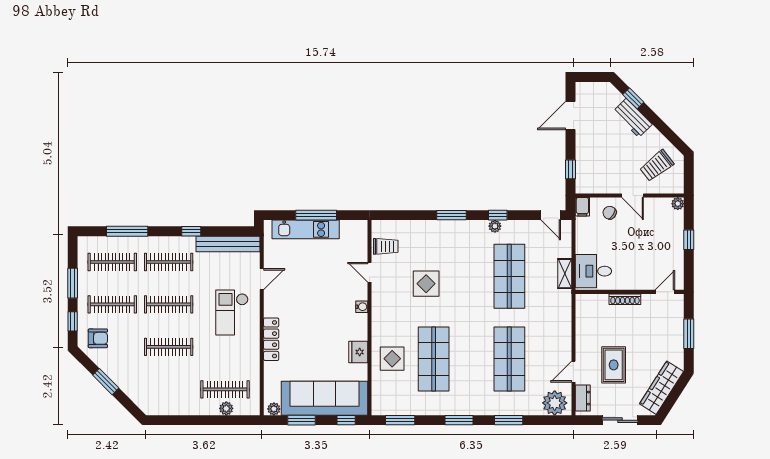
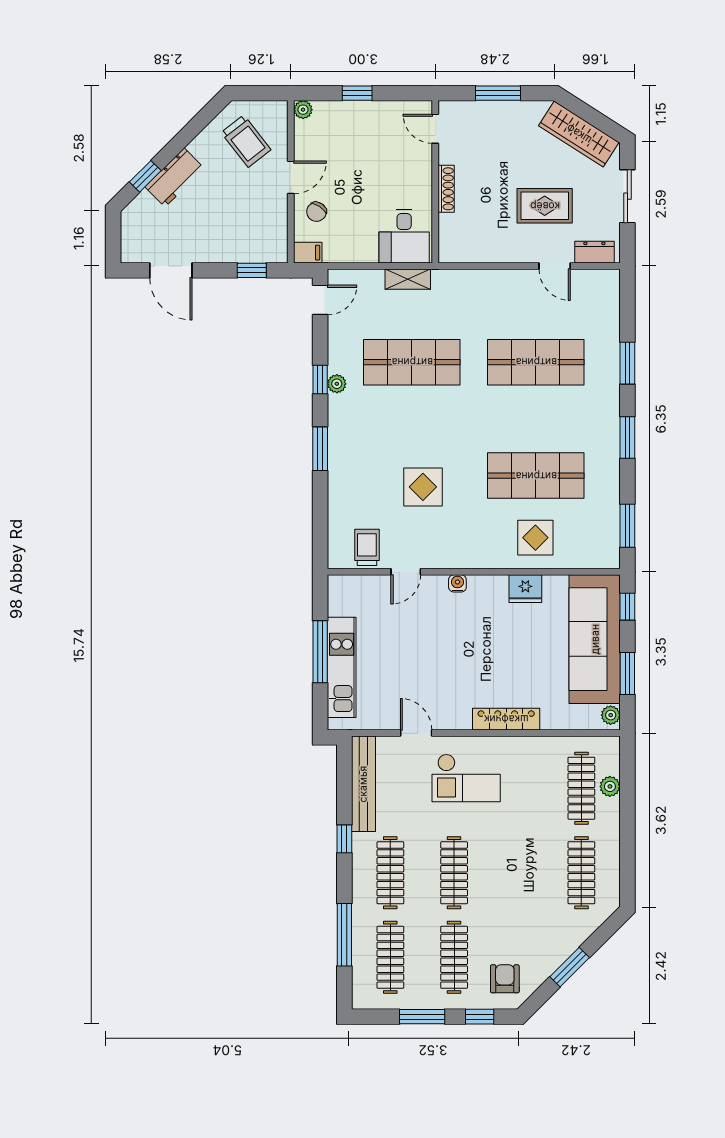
clothes rail: (169, 347) -> (581, 873), moved
plant: (555, 403) -> (602, 294), removed

